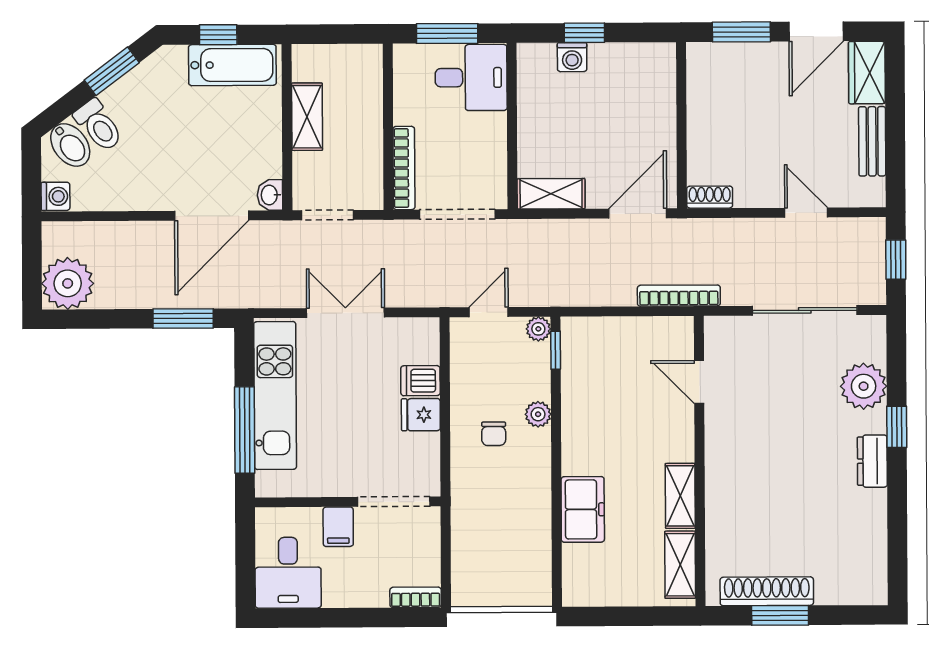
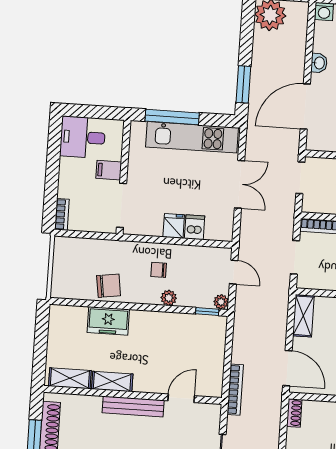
washbasin: (270, 195) -> (319, 63), moved, turned 90
doorway: (457, 214) -> (295, 257), width x0.73
door: (212, 216) -> (305, 107), hinge flipped
bench: (718, 459) -> (133, 407), added
chair: (525, 513) -> (109, 286), added

